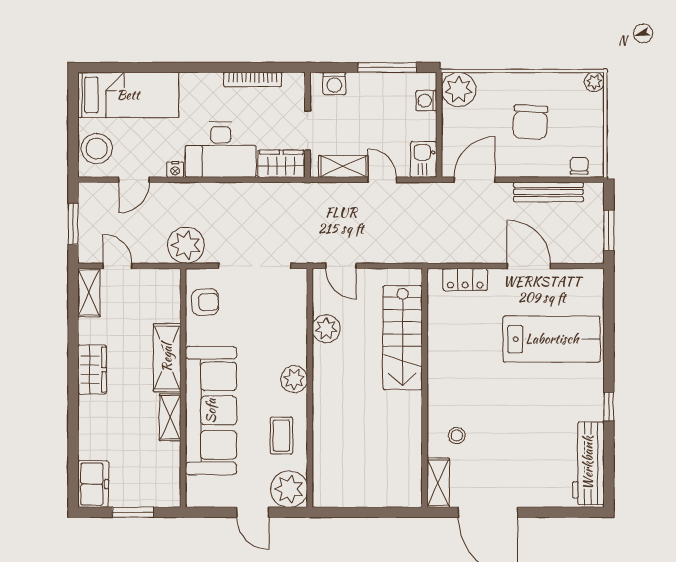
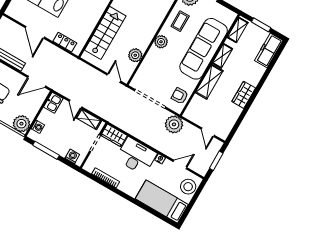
shelving: (89, 293) -> (238, 30), moved
freezer: (93, 484) -> (269, 50), width x1.40

